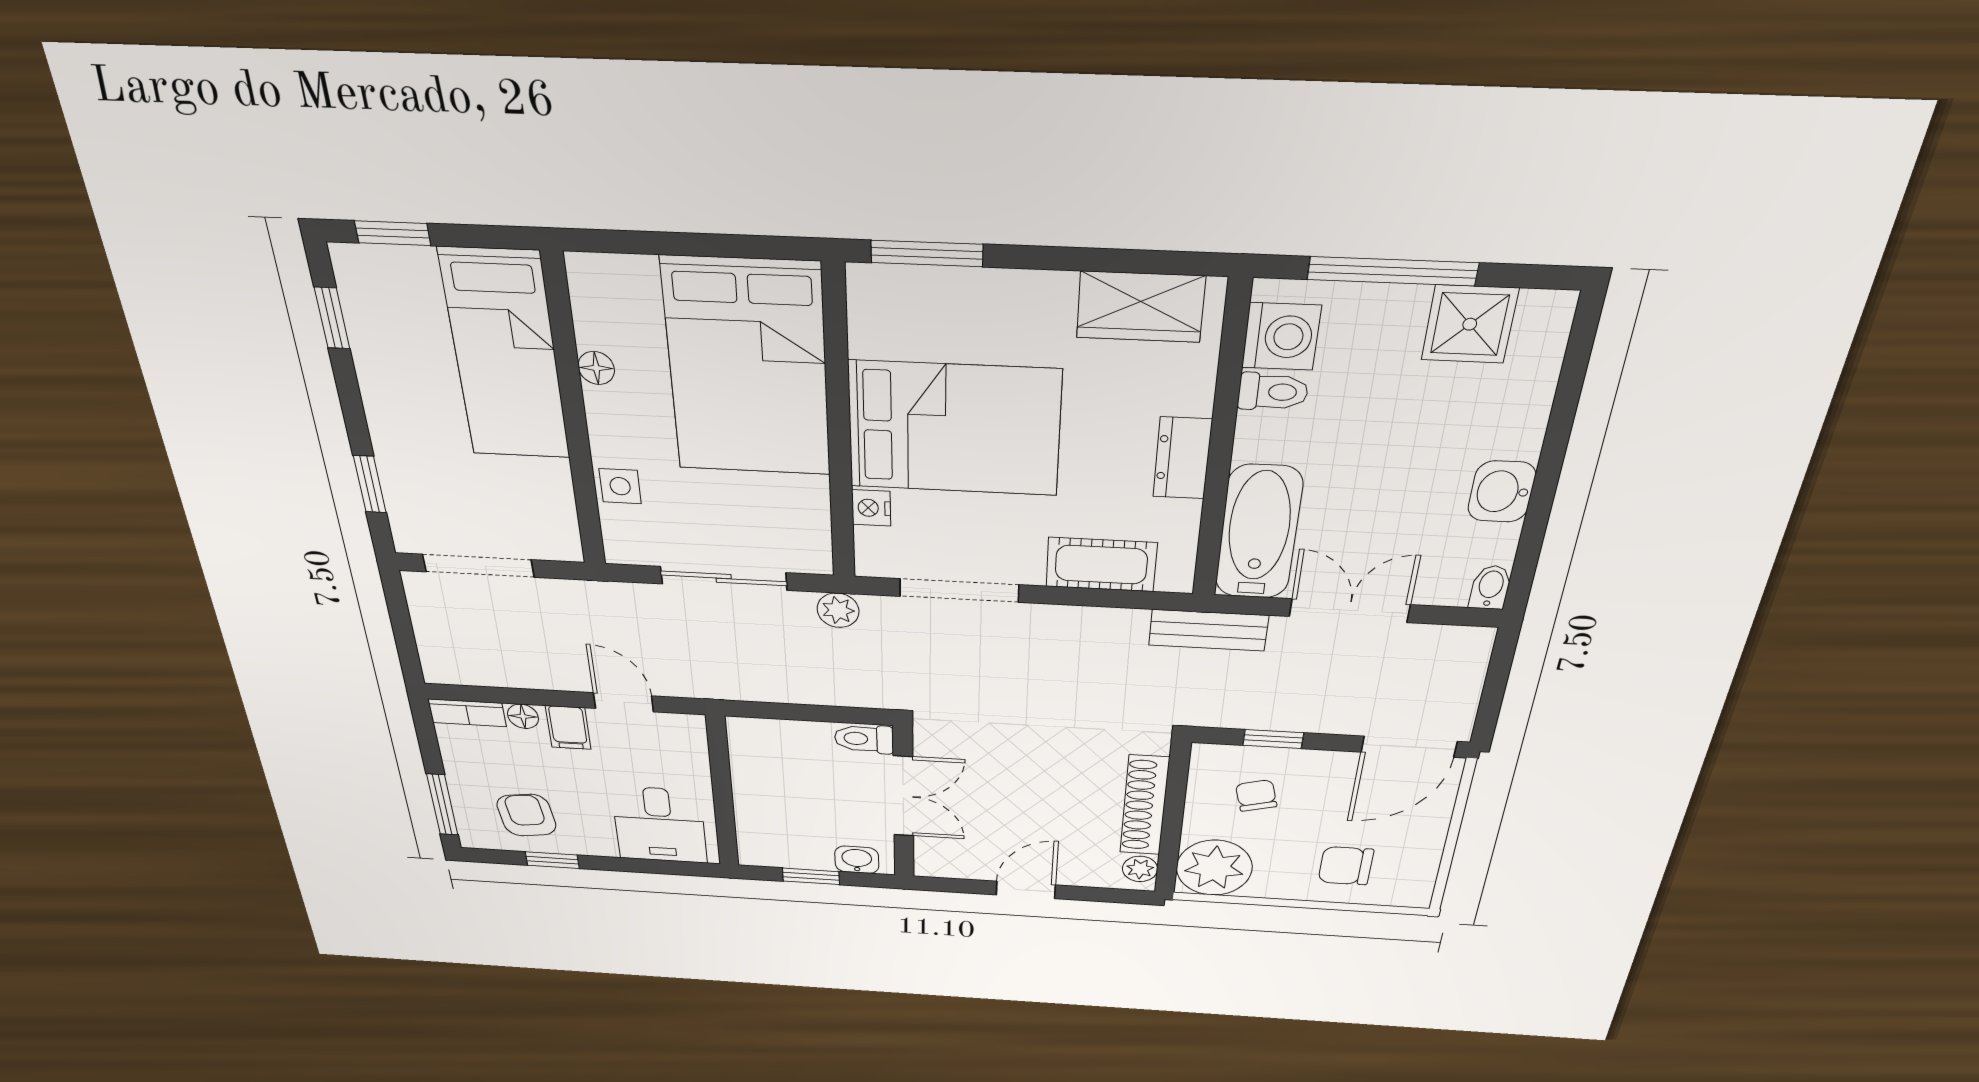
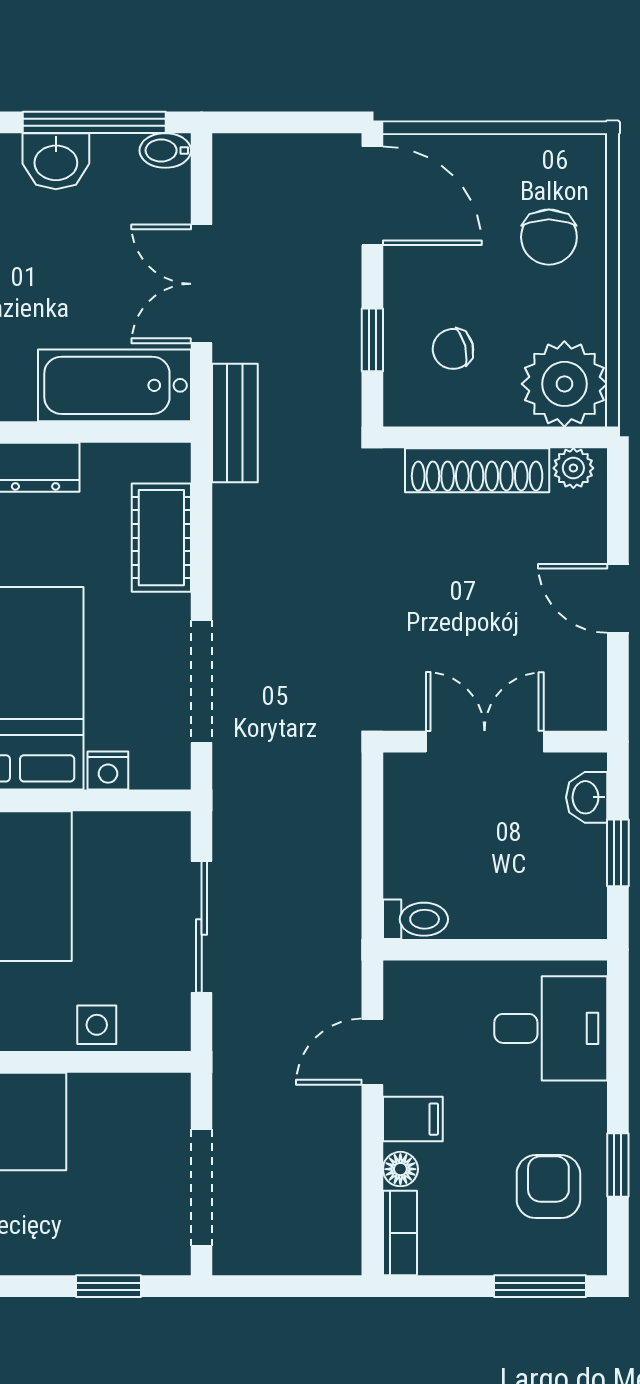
window: (1534, 528) -> (94, 122), added
plant: (838, 610) -> (234, 808), removed
toilet: (864, 739) -> (415, 919), moved, turned -90
armchair: (526, 815) -> (548, 1187), turned 98

